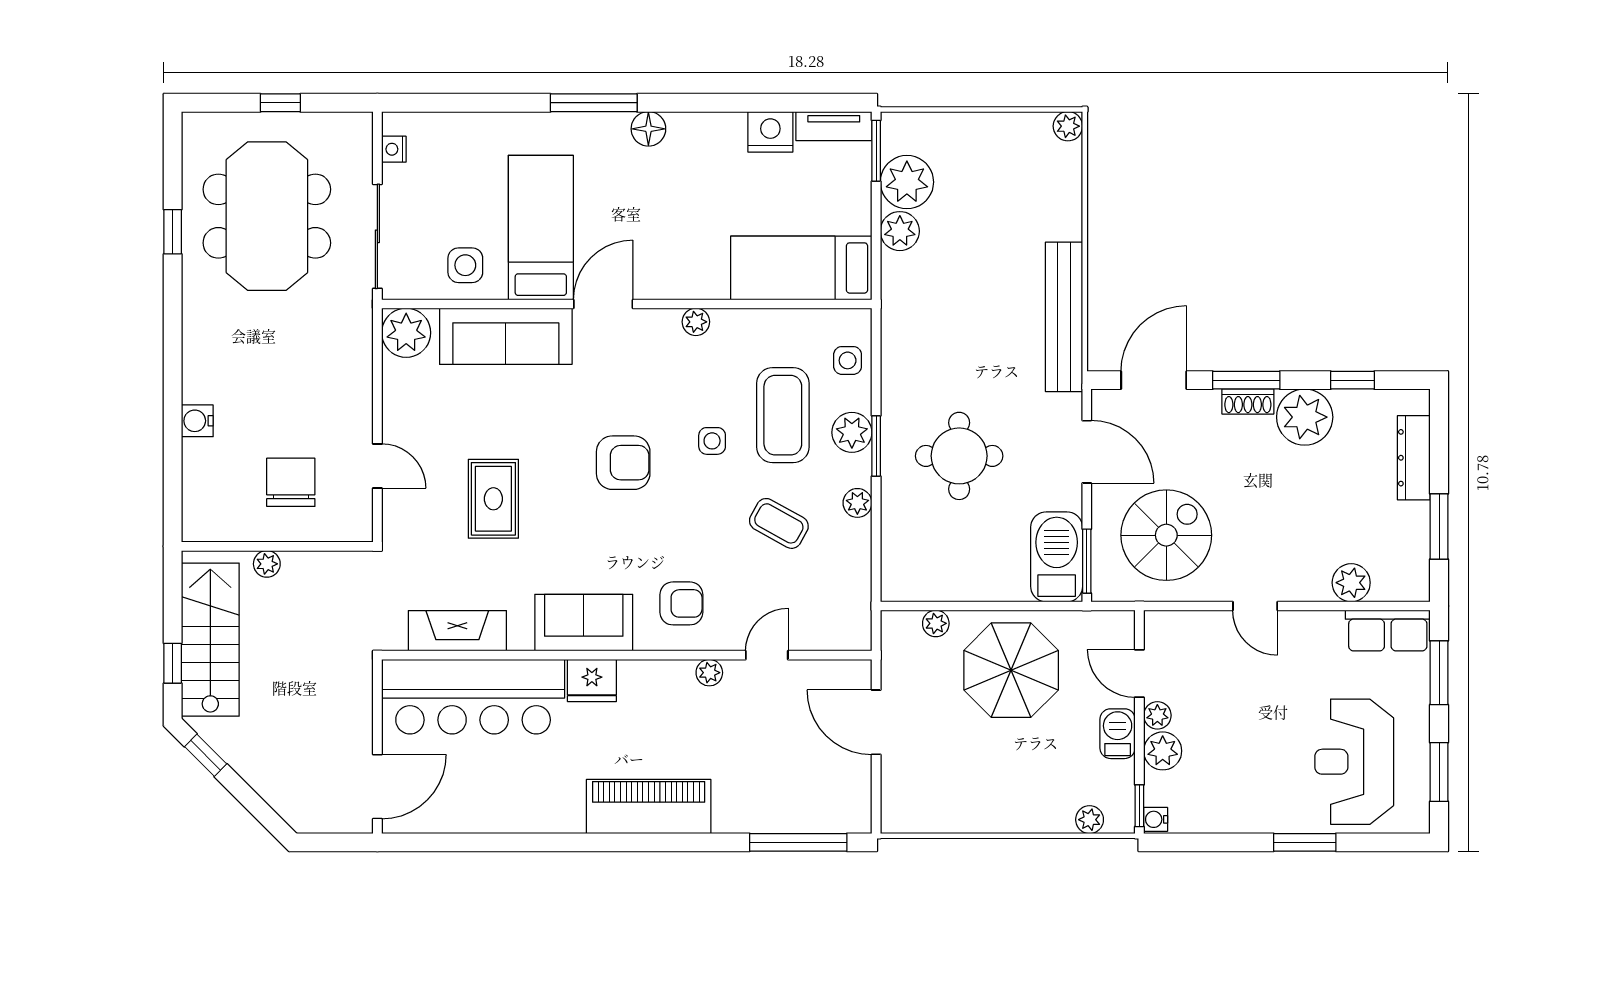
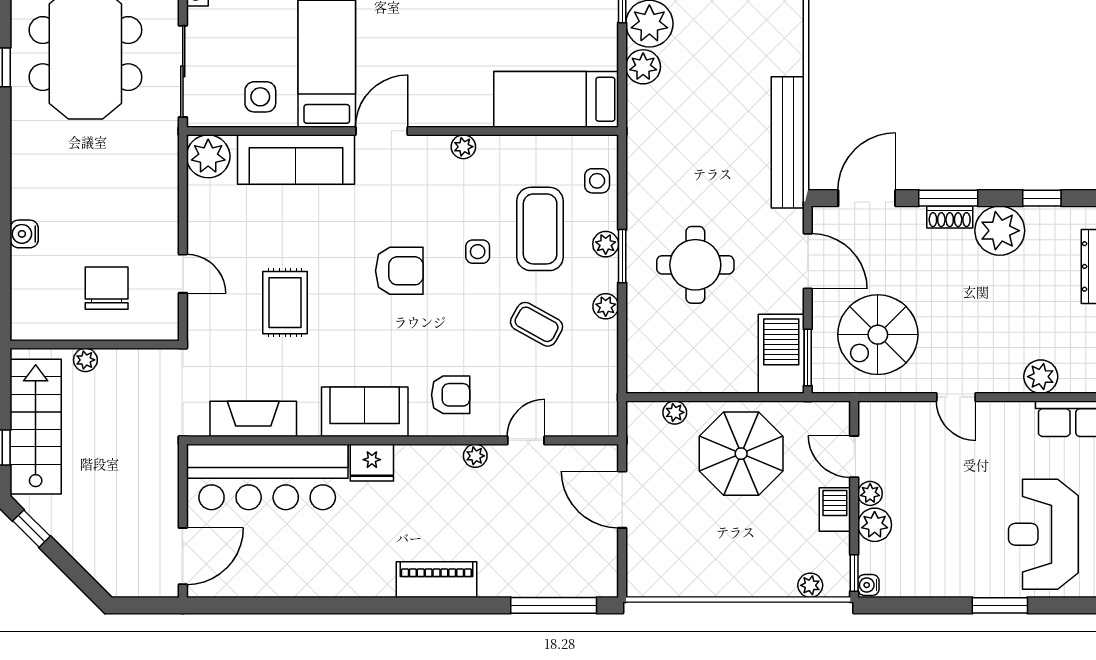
plant: (852, 432) -> (606, 244), width x0.73, depth x0.73
spiral stairs: (1166, 535) -> (878, 335), turned 180
piano: (649, 806) -> (436, 580), width x0.73, depth x0.75

